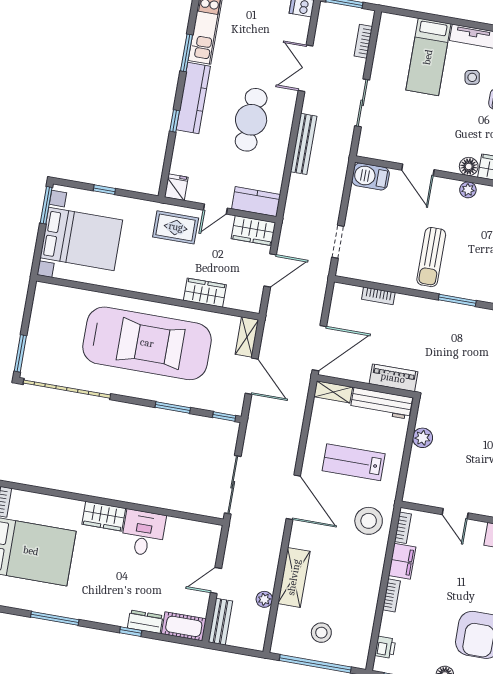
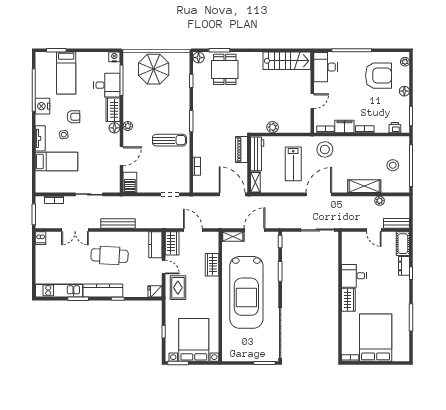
car: (147, 343) -> (246, 292), turned 180

